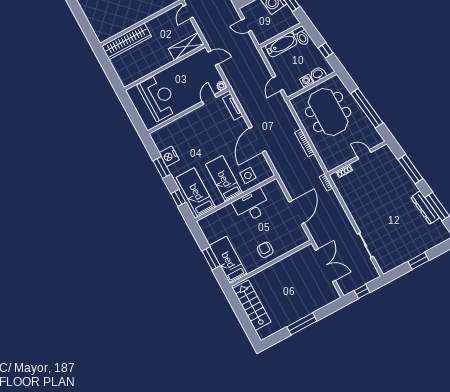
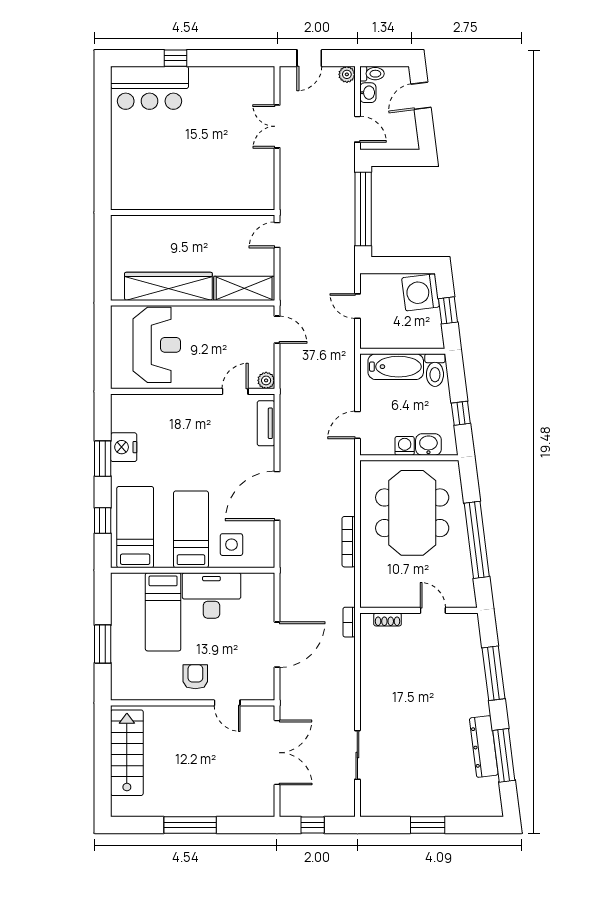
wardrobe: (126, 41) -> (168, 286), moved, turned 180
door: (288, 254) -> (227, 703), added
bed: (228, 260) -> (163, 612), moved, turned 180

